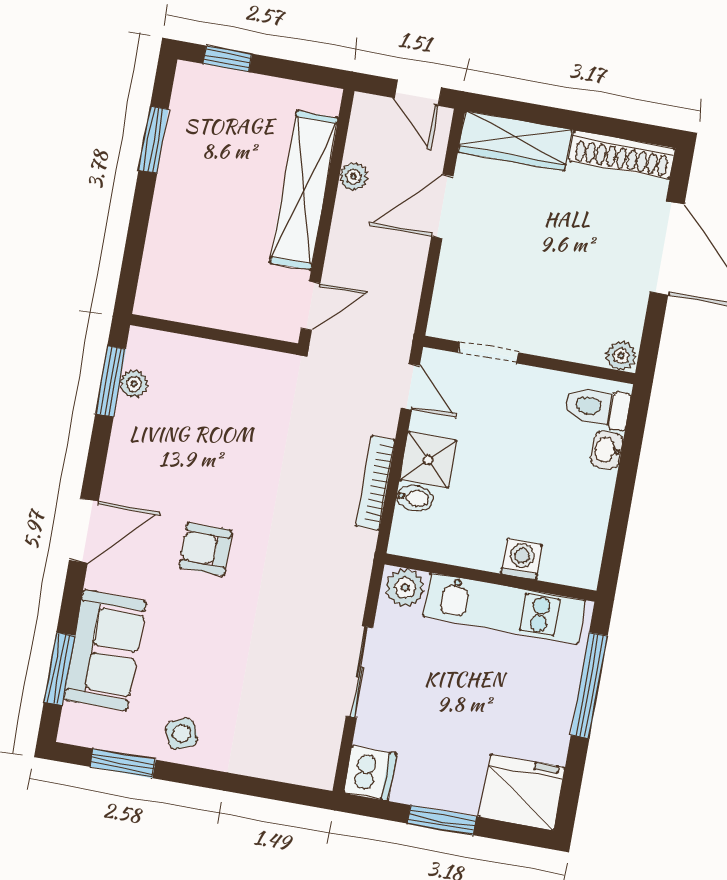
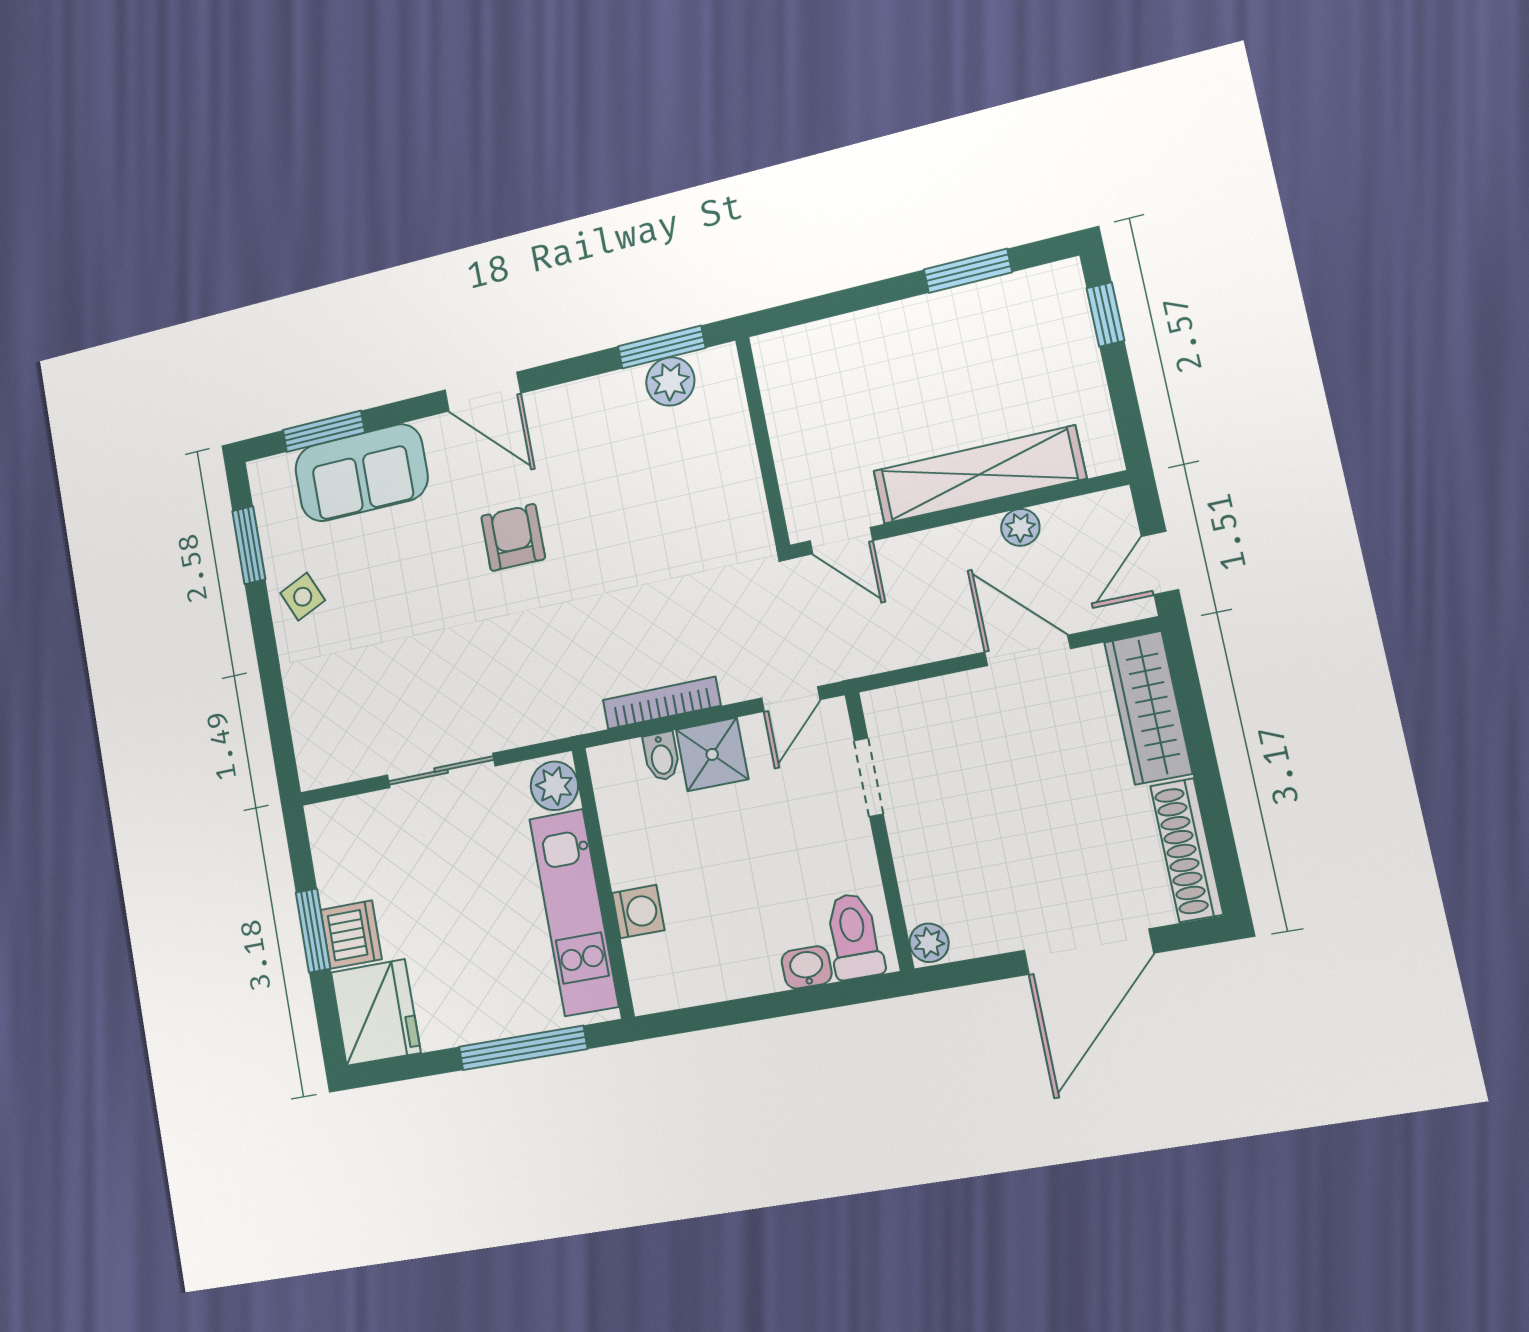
plant: (134, 384) -> (670, 381), width x1.38, depth x1.38
dishwasher: (370, 773) -> (351, 935), moved, turned -90

